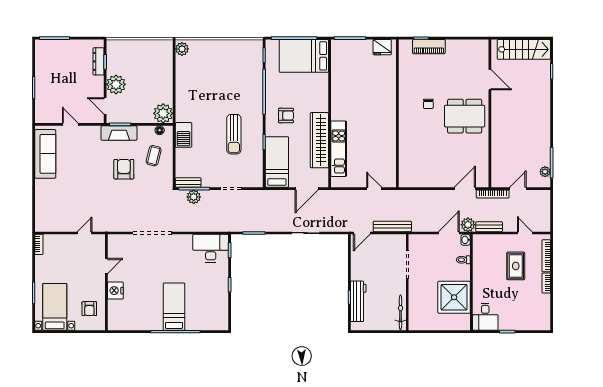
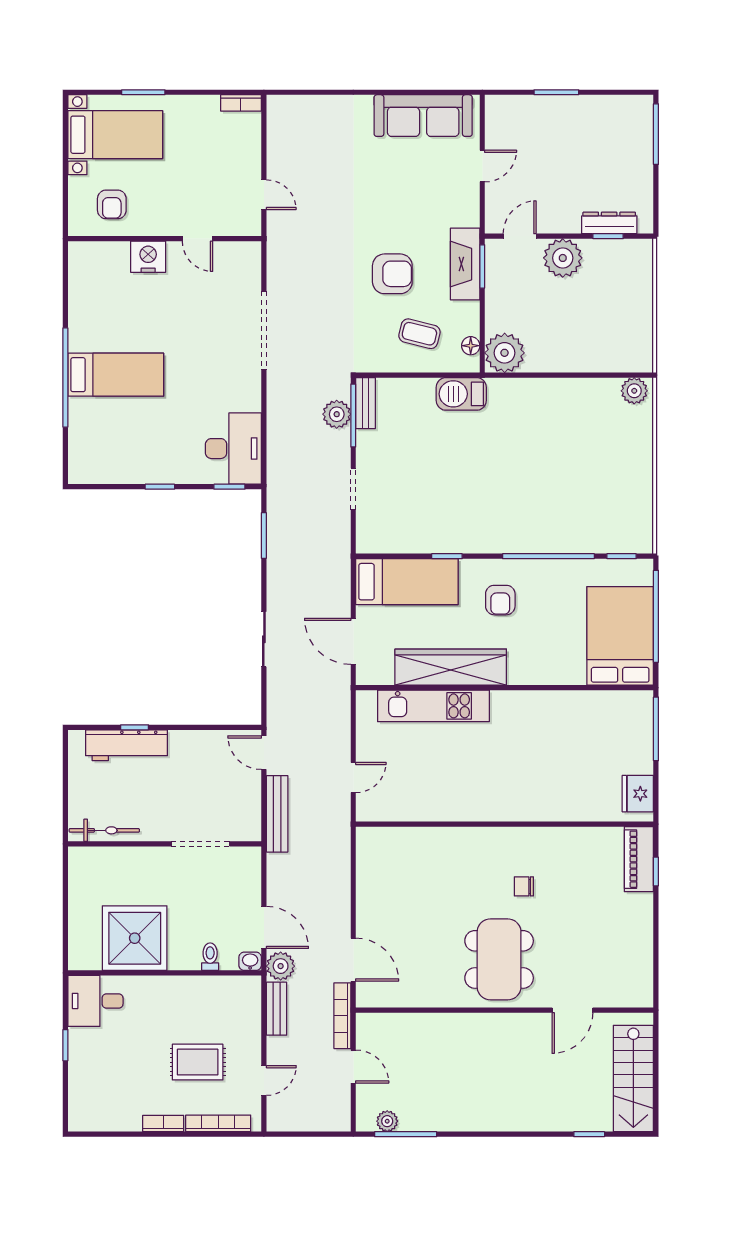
piano: (429, 47) -> (639, 859), moved
sun lounger: (234, 134) -> (463, 495), removed
armchair: (89, 309) -> (112, 204), turned -90

